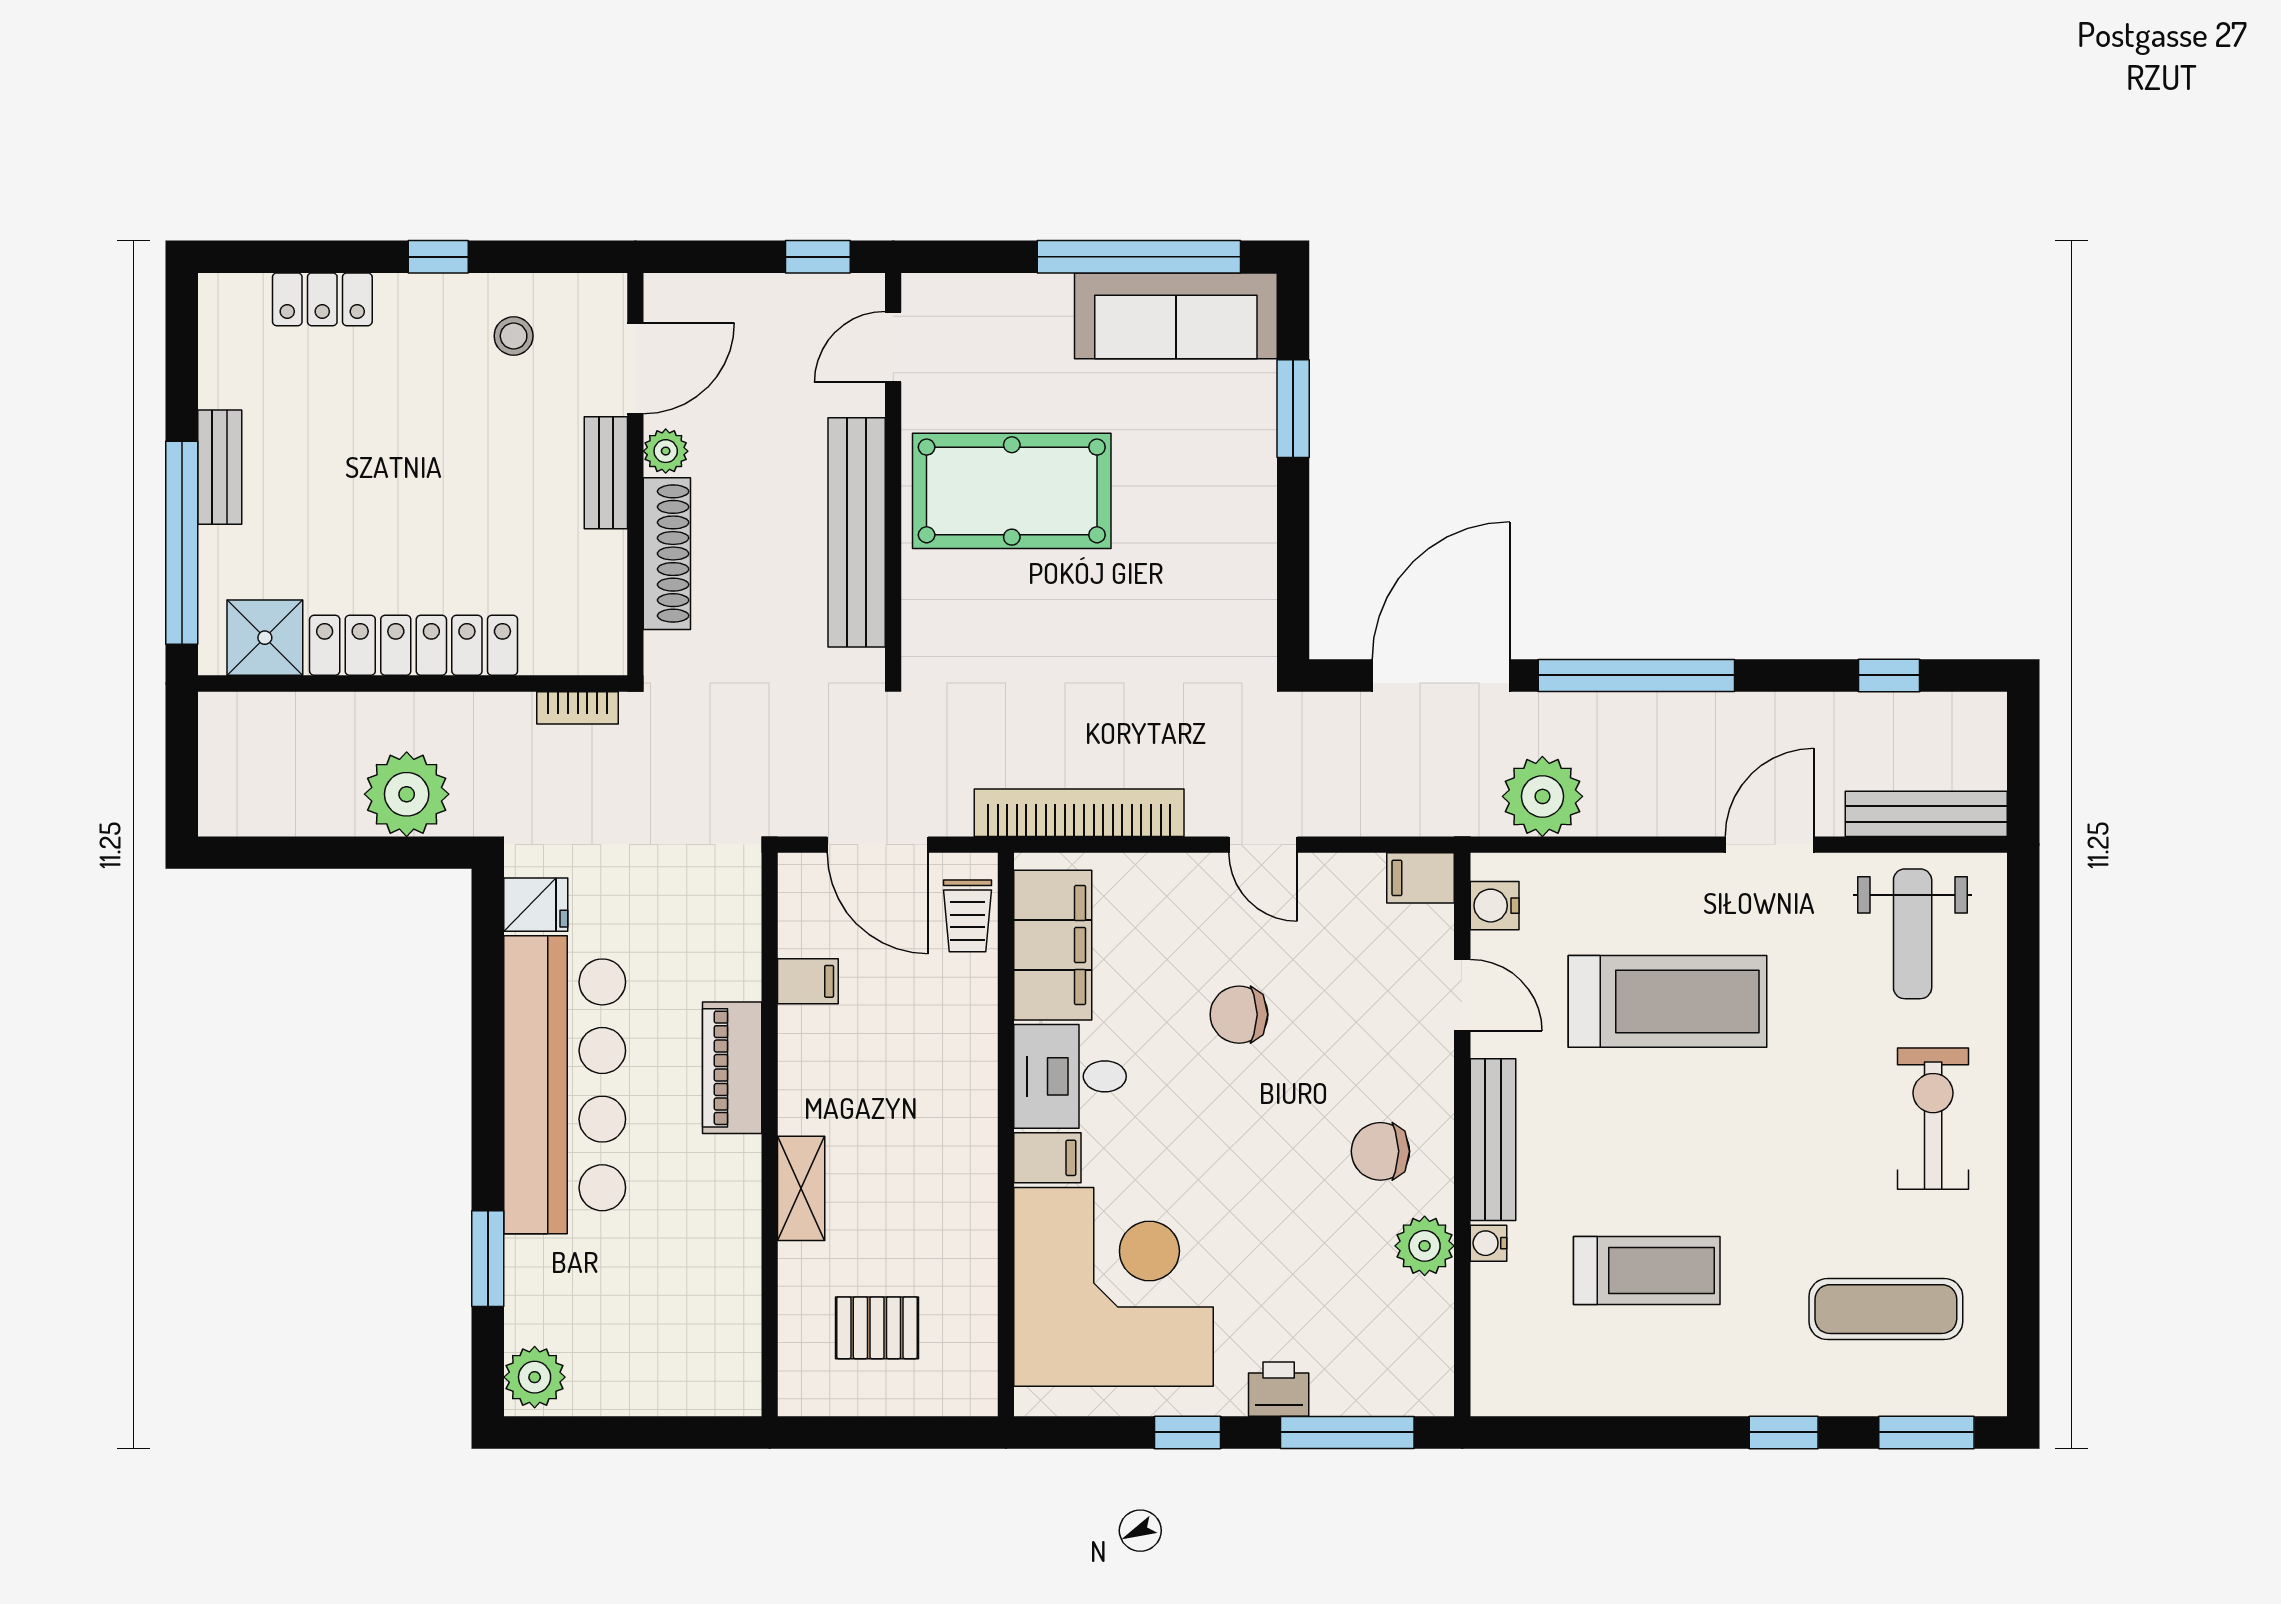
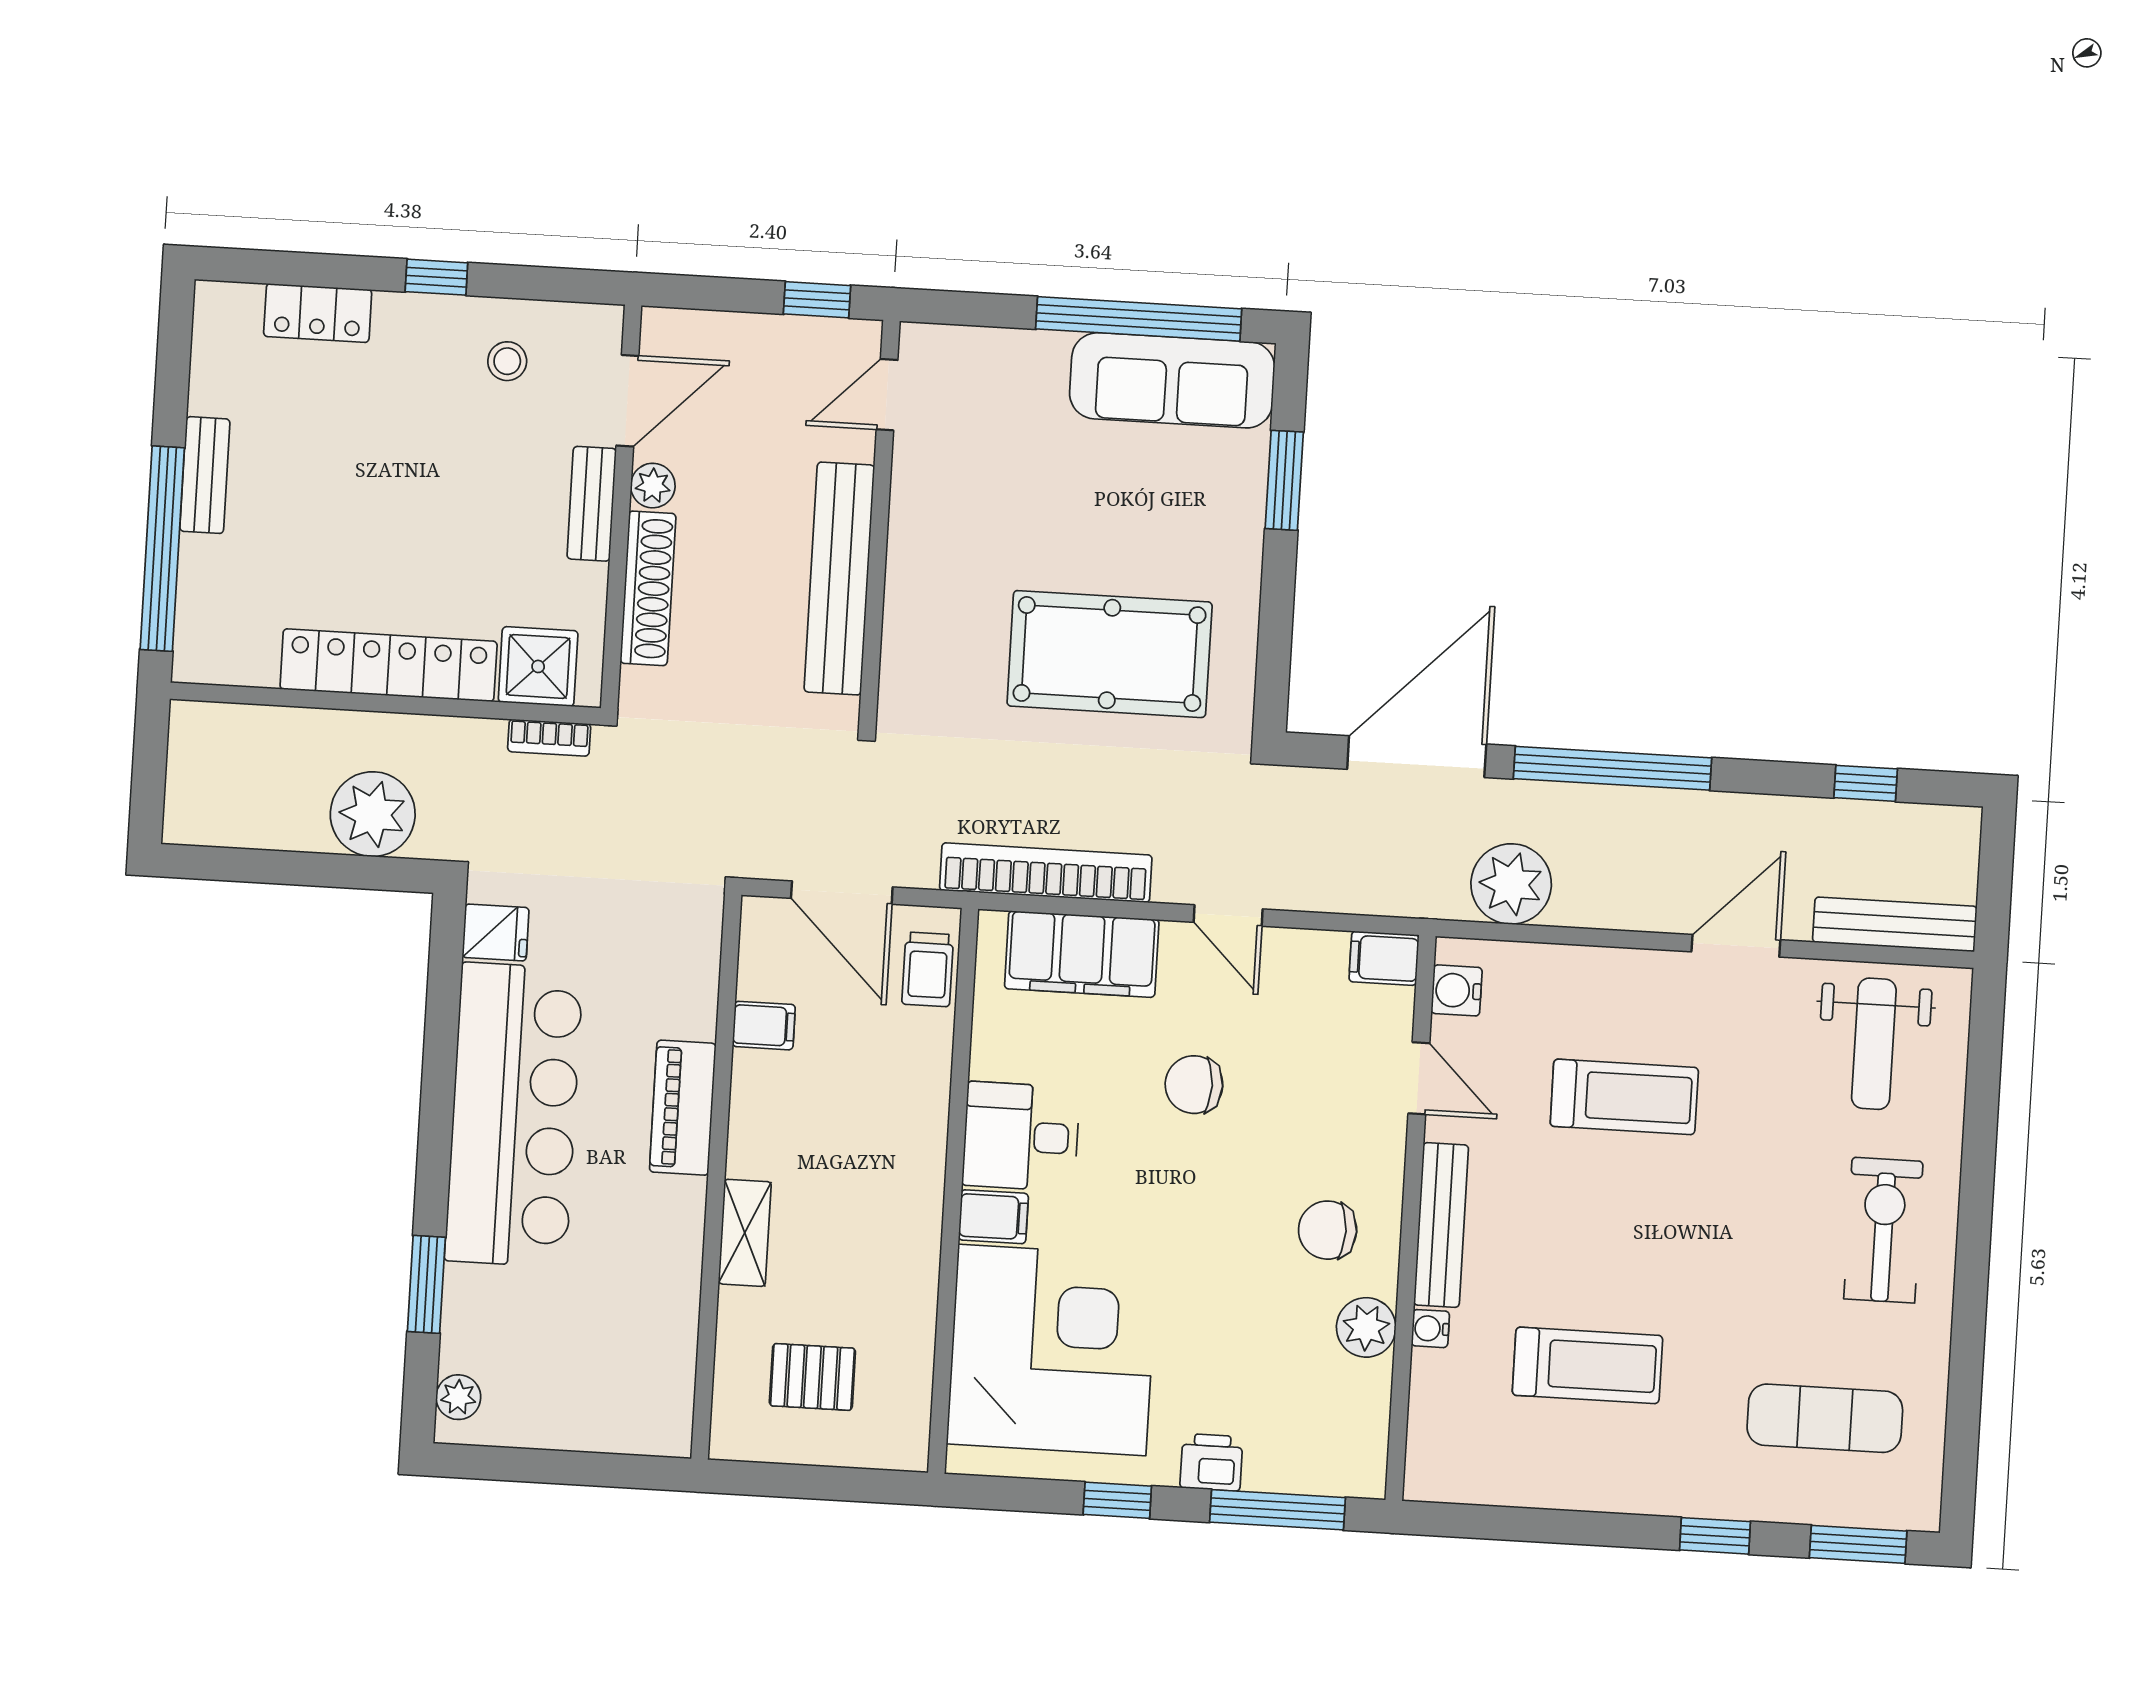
pool table: (1012, 491) -> (1110, 654), moved
shower: (265, 638) -> (538, 666), moved
filing cabinet: (1053, 945) -> (1082, 954), moved, turned 90
treadmill: (1668, 1001) -> (1624, 1097), width x0.73, depth x0.73
plant: (535, 1377) -> (458, 1397), width x0.73, depth x0.73

